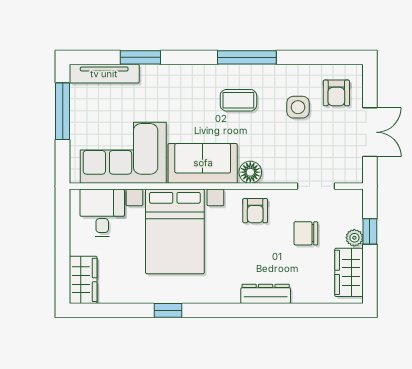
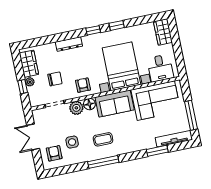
plant: (277, 170) -> (76, 108), added
window: (215, 310) -> (93, 30), added

